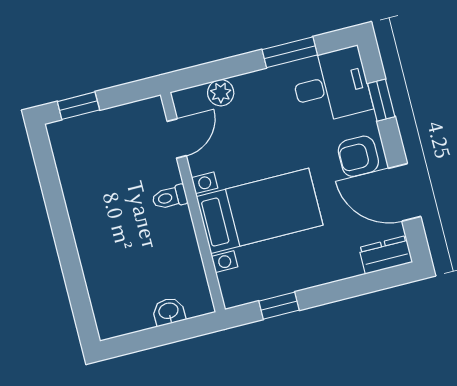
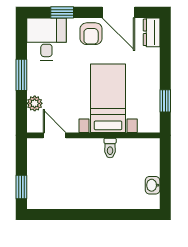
window: (290, 52) -> (21, 75), moved
door: (405, 192) -> (118, 12), hinge flipped
toilet: (170, 197) -> (110, 148), moved
washbasin: (169, 311) -> (153, 185), moved

